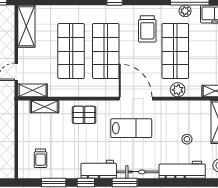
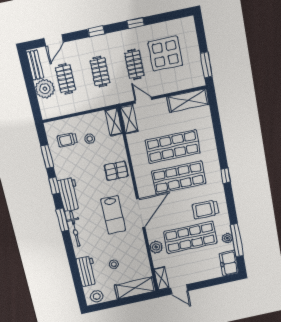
shelving: (44, 107) -> (114, 122), moved
pallet: (84, 115) -> (116, 171), turned 90
stool: (44, 135) -> (90, 139), added
workbench: (182, 170) -> (87, 271), width x0.73

